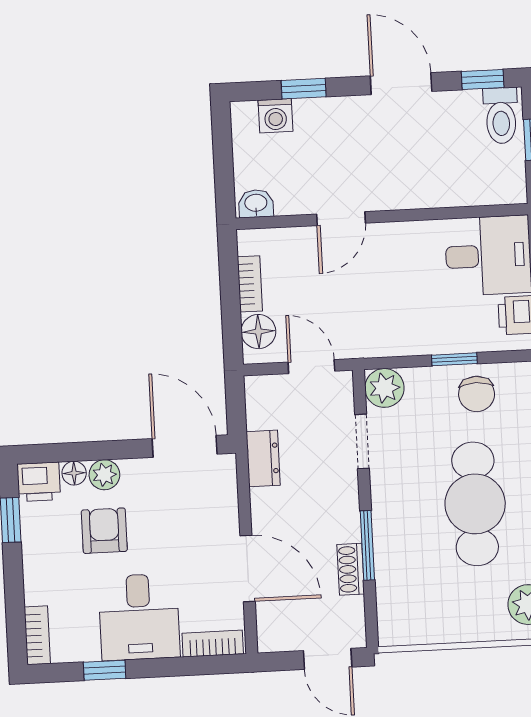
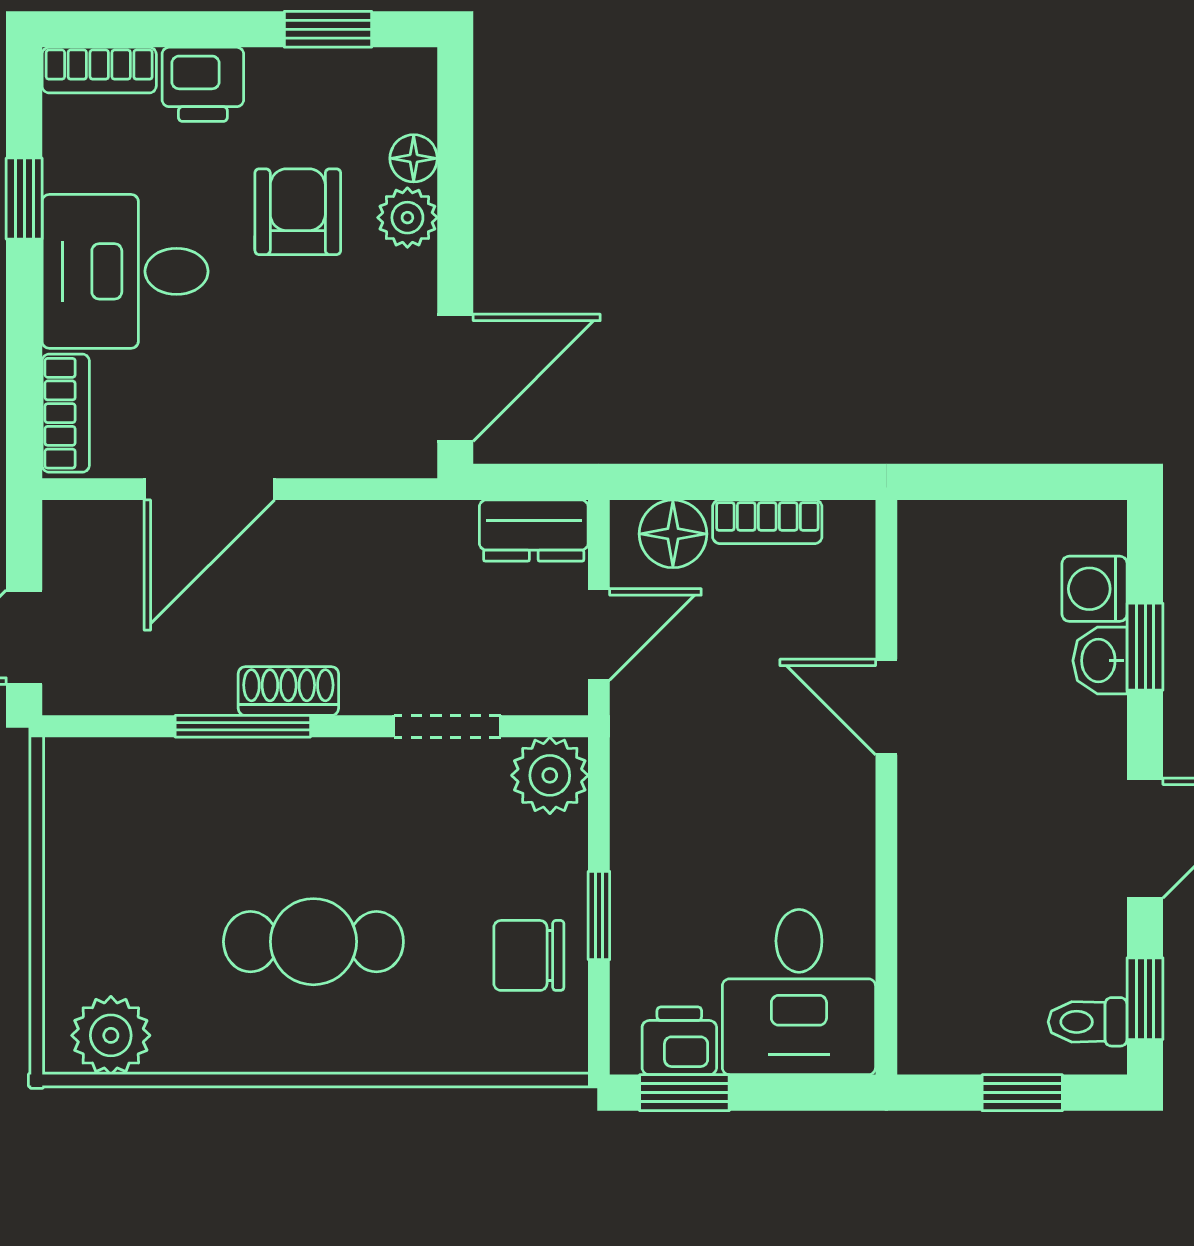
toilet: (501, 116) -> (1088, 1022), width x0.73, depth x0.72
washbasin: (256, 204) -> (1100, 661), moved, turned 180
dresser: (263, 458) -> (534, 531), moved
printer: (39, 482) -> (203, 84), moved, turned -90
cafe table: (475, 504) -> (313, 942), width x0.73, depth x0.74
armchair: (104, 531) -> (298, 212), turned -90
shoe rack: (351, 569) -> (288, 691), moved

